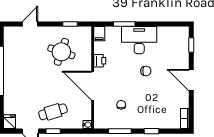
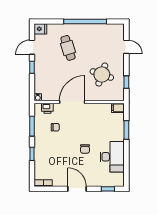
desk: (139, 40) -> (112, 157), moved
printer: (100, 61) -> (47, 108), moved
door: (191, 80) -> (77, 189), hinge flipped
cafe table: (53, 112) -> (68, 48), moved

